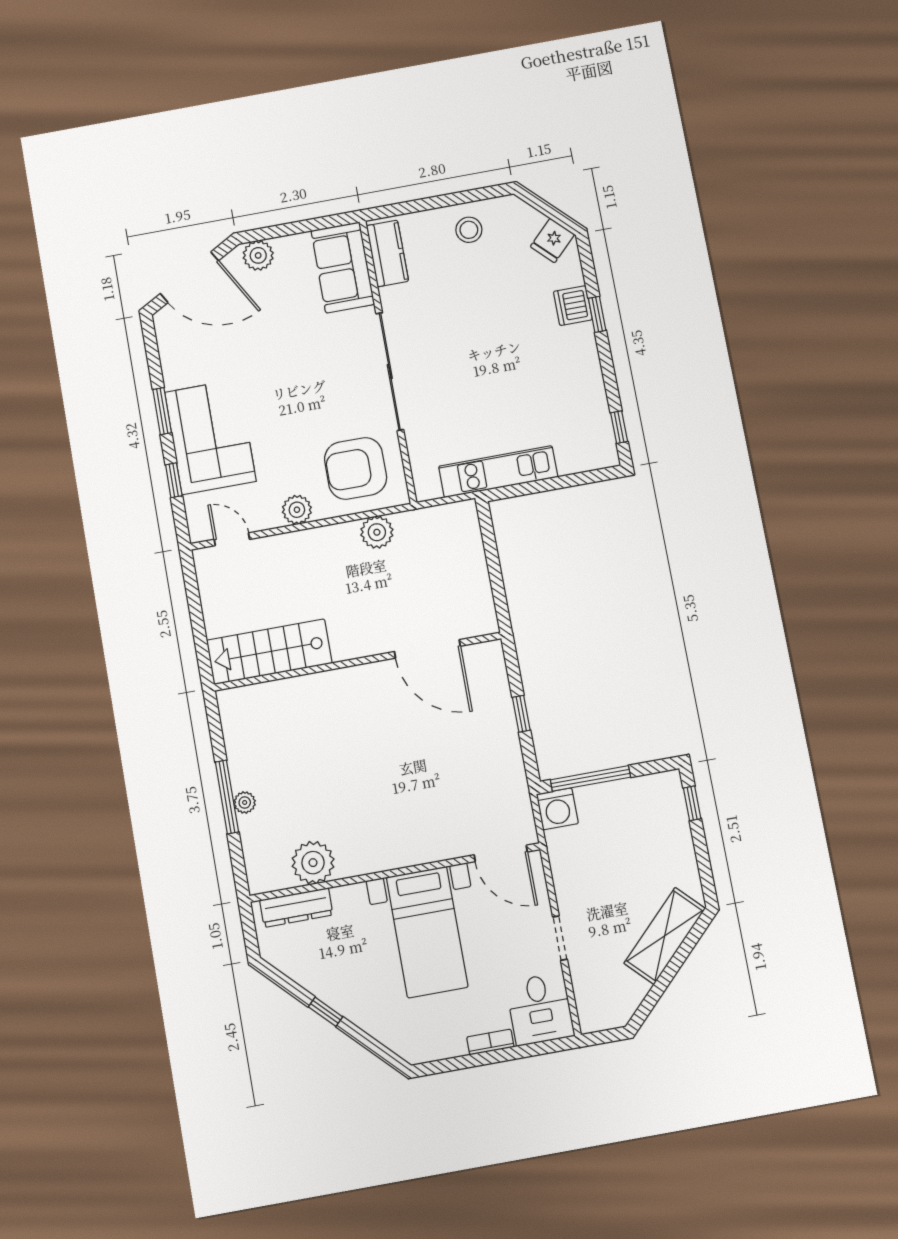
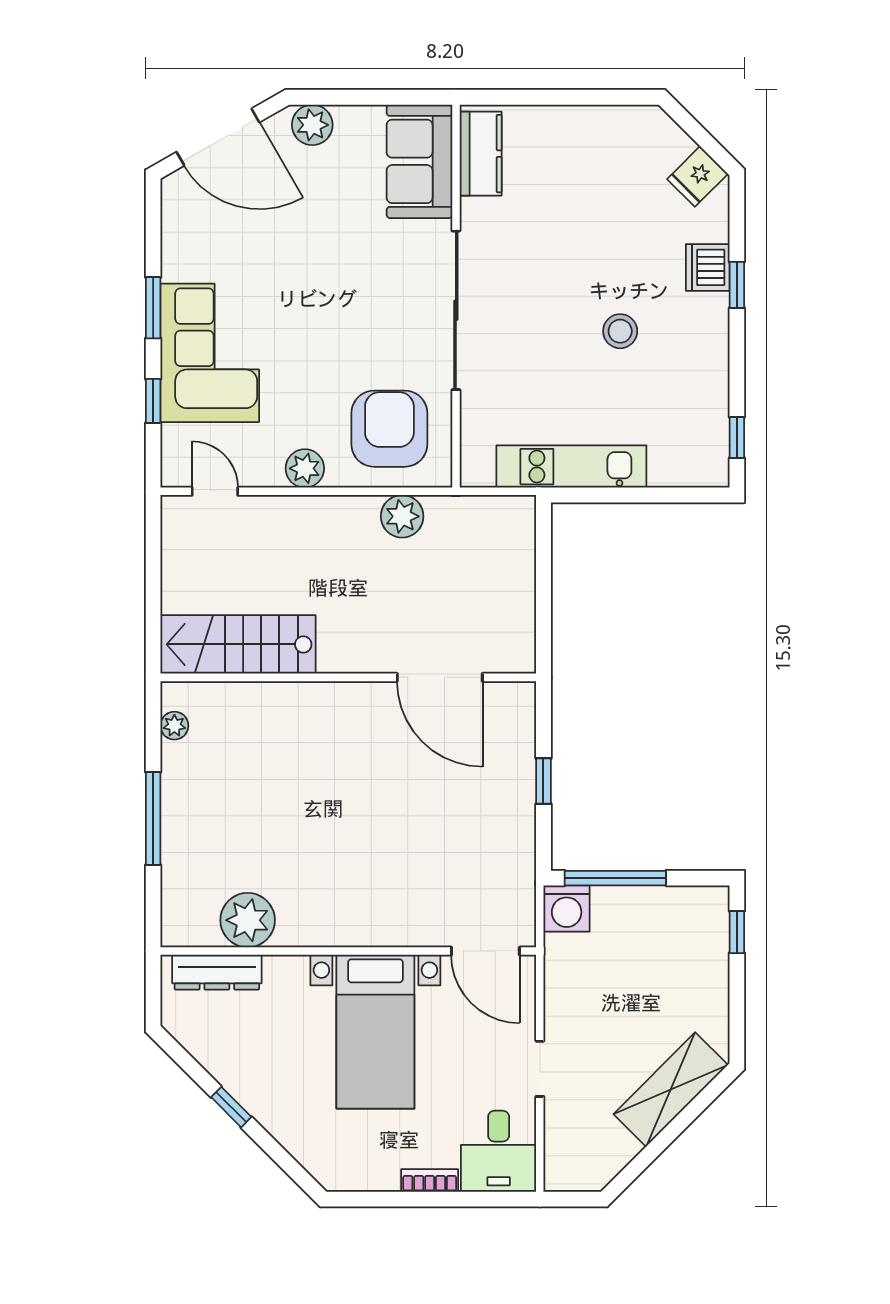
stool: (469, 230) -> (620, 331), moved
armchair: (356, 468) -> (389, 429), turned 90
plant: (245, 802) -> (174, 726), moved

